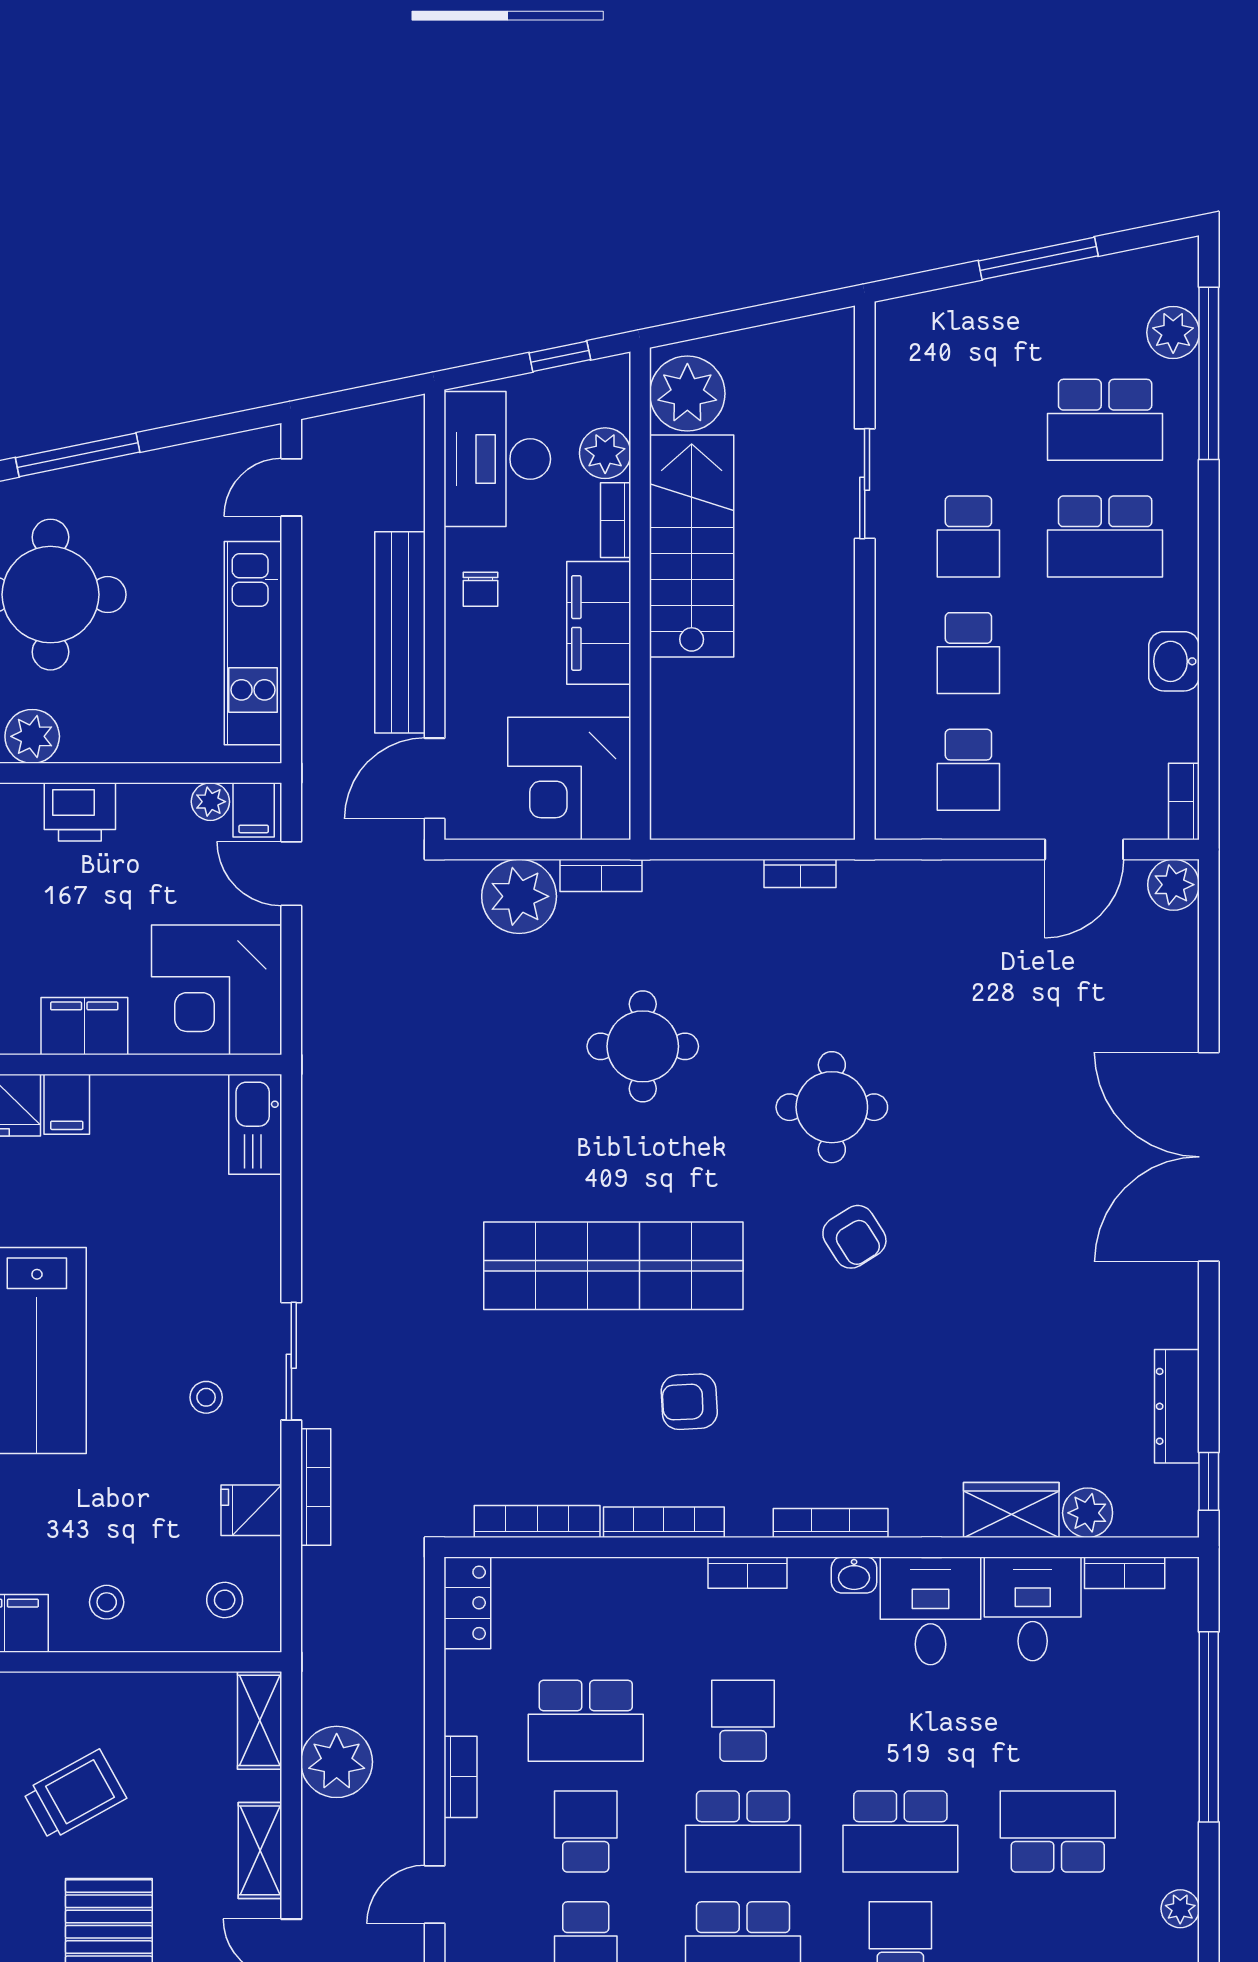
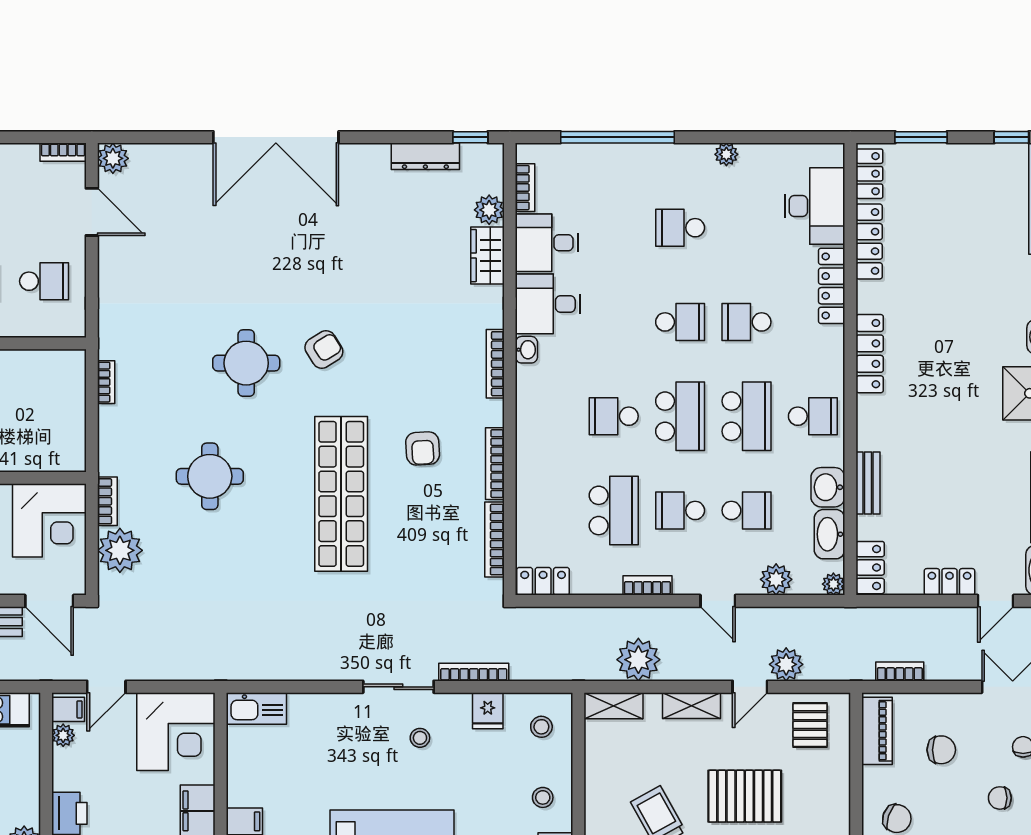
bookcase: (748, 1573) -> (525, 414), removed
school desk: (900, 1832) -> (680, 322), width x0.54
school desk: (1058, 1832) -> (680, 228), width x0.54

